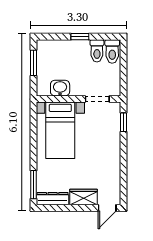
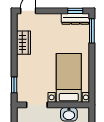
wardrobe: (83, 197) -> (24, 43), moved, turned -90
window: (53, 208) -> (75, 11), added

